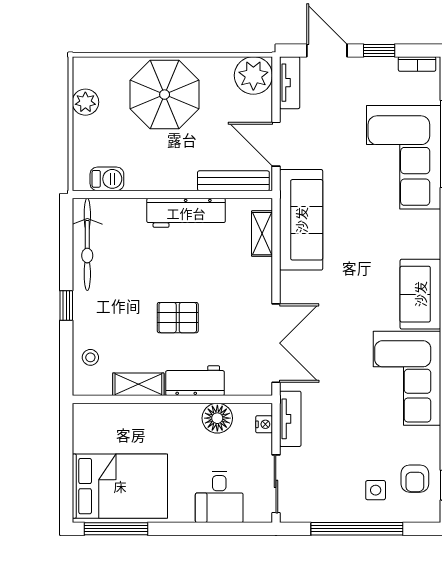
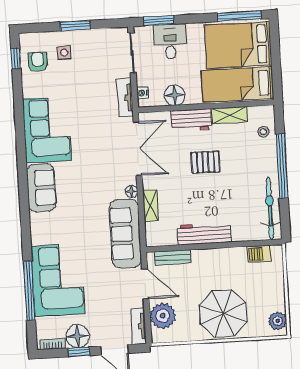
floor lamp: (380, 74) -> (78, 336), added
plant: (253, 75) -> (163, 316), moved
plant: (85, 102) -> (278, 321), moved
bench: (233, 181) -> (173, 257), width x0.73
shelving: (262, 234) -> (150, 206), moved
floor lamp: (289, 281) -> (132, 191), added
window: (66, 305) -> (282, 166), width x3.17
double door: (276, 343) -> (138, 149), swing flipped
bed: (124, 429) -> (238, 84), added
window: (234, 529) -> (159, 21), added
window: (357, 529) -> (75, 26), width x0.47

